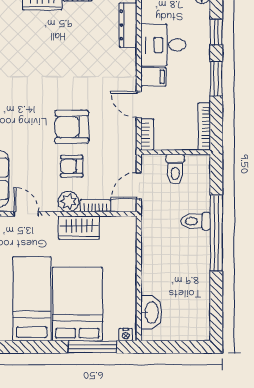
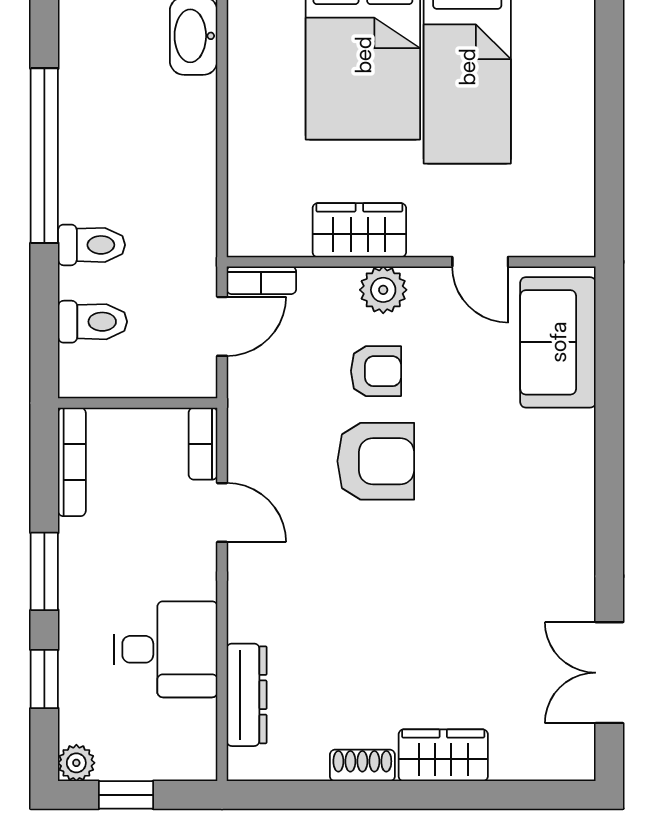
filing cabinet: (153, 77) -> (189, 576), removed
toilet: (175, 169) -> (92, 322), moved, turned 90
bookcase: (96, 206) -> (261, 280), moved
window: (216, 233) -> (44, 156), moved

